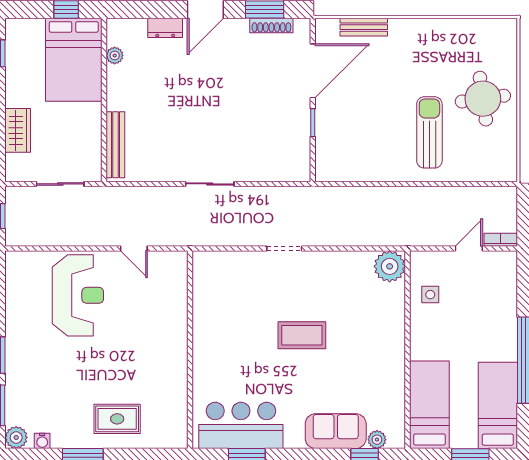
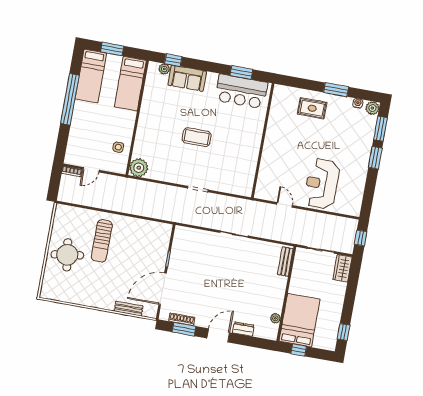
wardrobe: (18, 130) -> (342, 268), moved
bench: (115, 145) -> (285, 262), width x0.73

